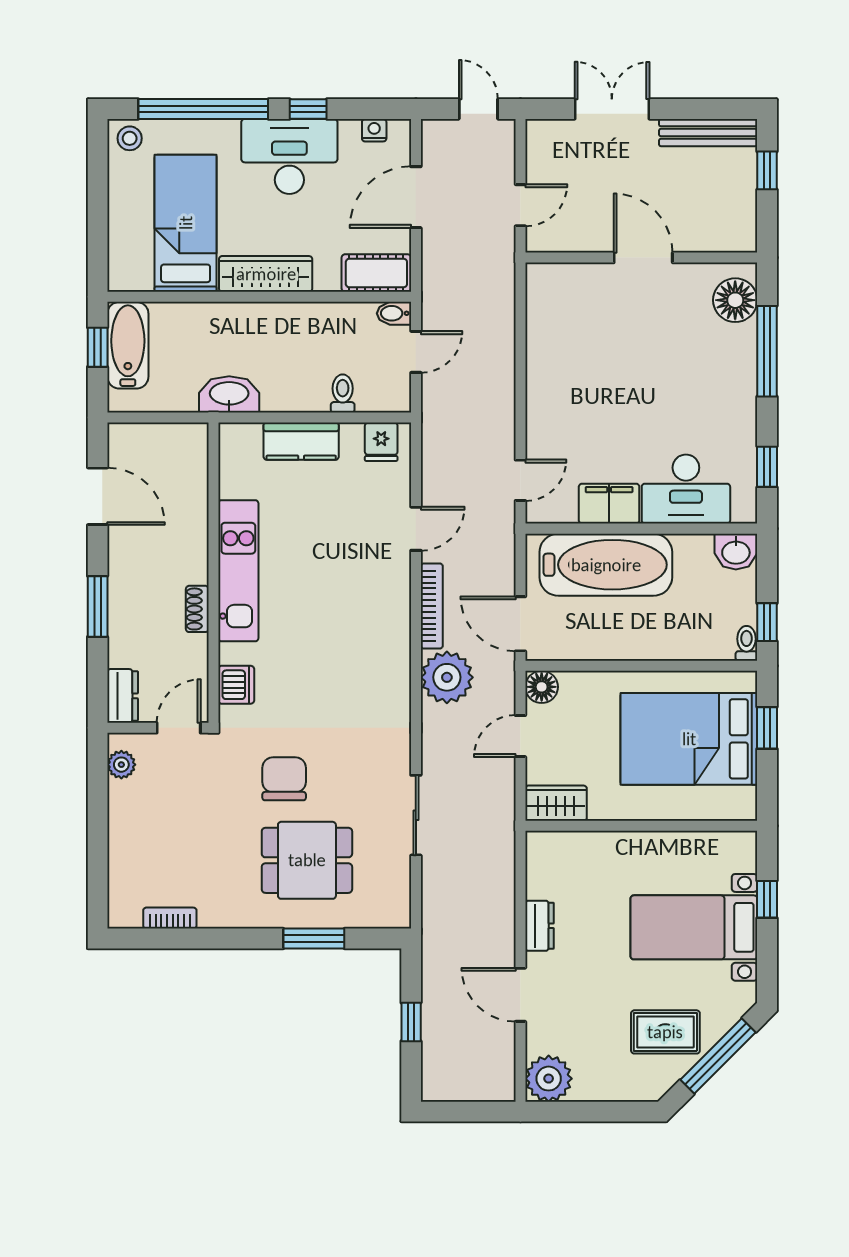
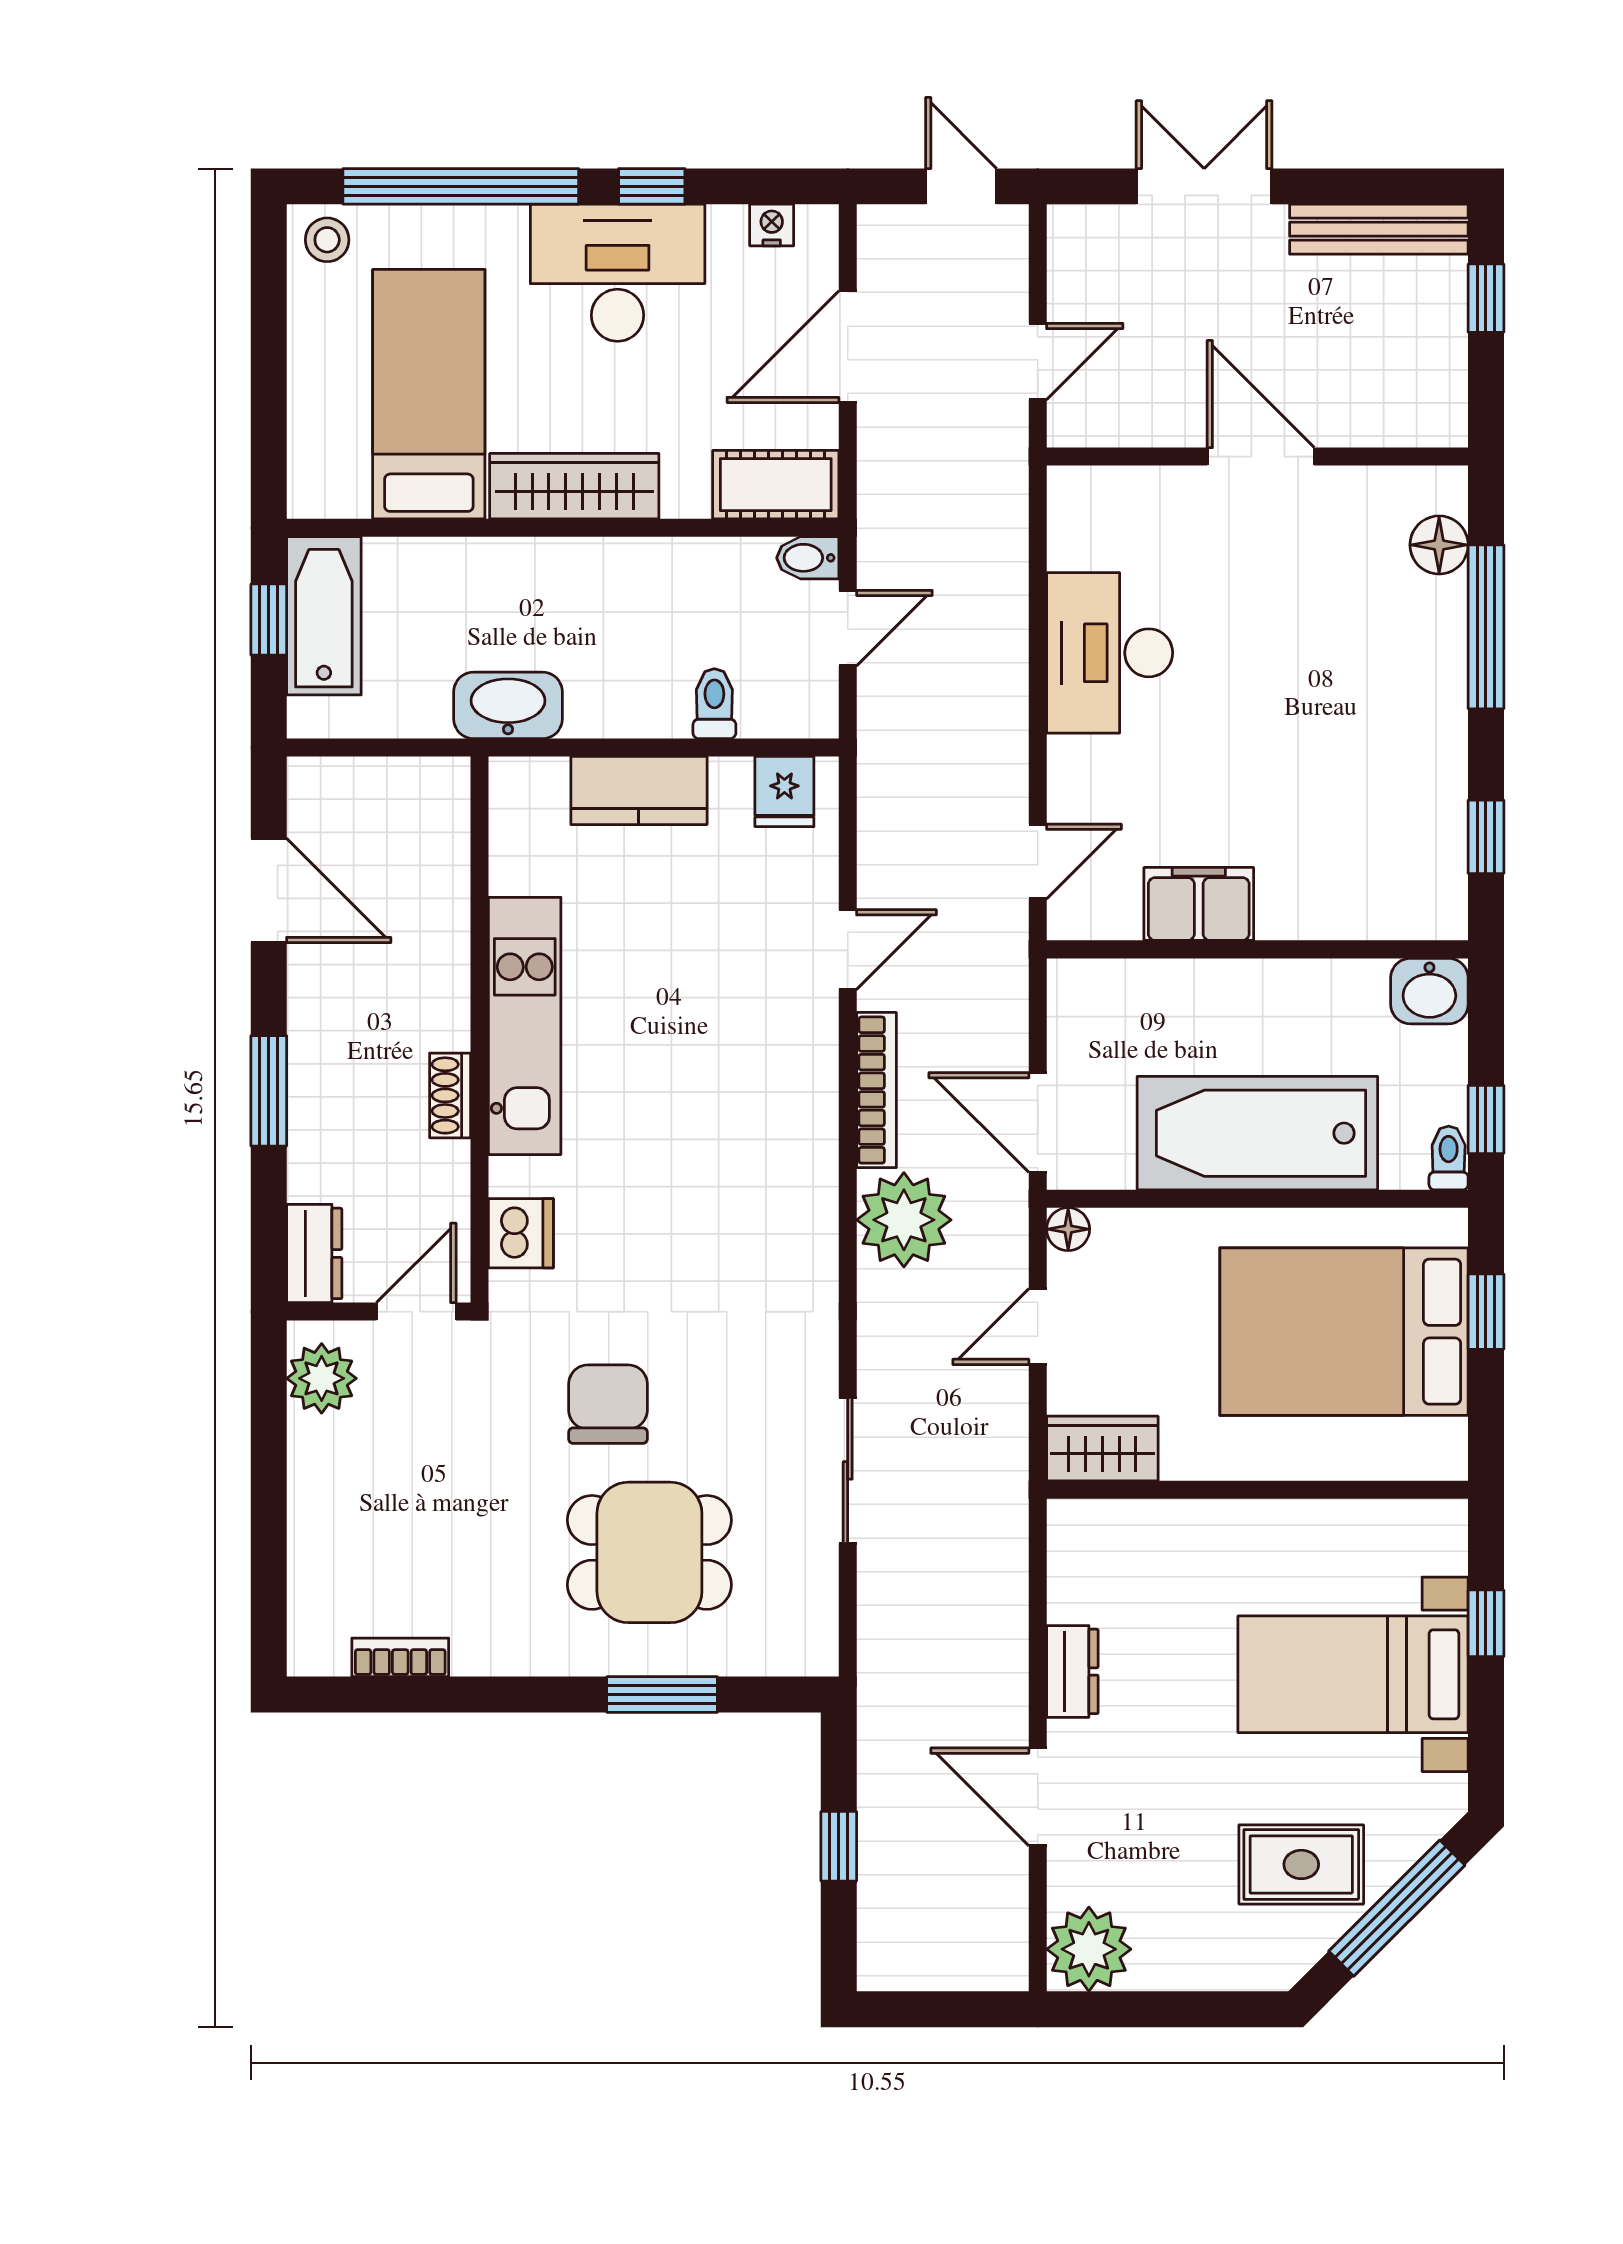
floor lamp: (735, 300) -> (1439, 545), width x0.73, depth x0.73
desk: (686, 489) -> (1110, 653), moved, turned 90
bathtub: (606, 565) -> (1257, 1133), moved, turned 180
floor lamp: (542, 687) -> (1068, 1229), width x0.73, depth x0.73
plant: (121, 765) -> (322, 1378), width x1.38, depth x1.38

